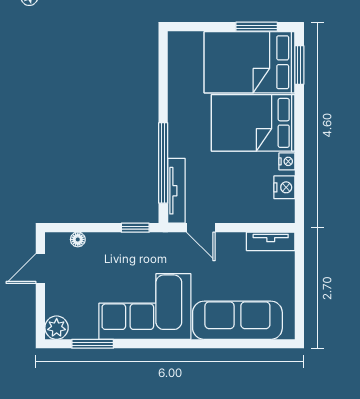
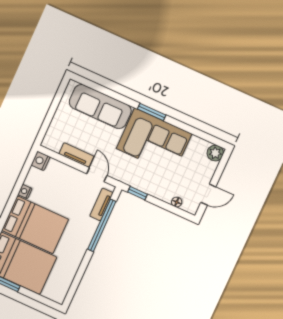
nightstand: (284, 187) -> (40, 161), moved
tv unit: (176, 191) -> (101, 204), width x0.71
tv unit: (271, 241) -> (76, 155), moved
window: (93, 344) -> (152, 112), moved

